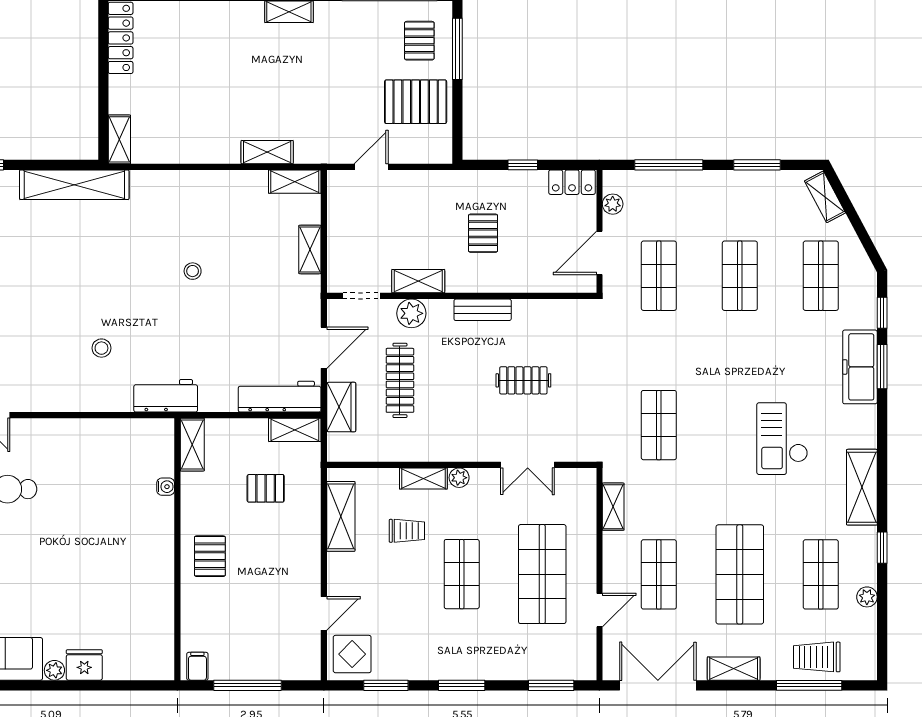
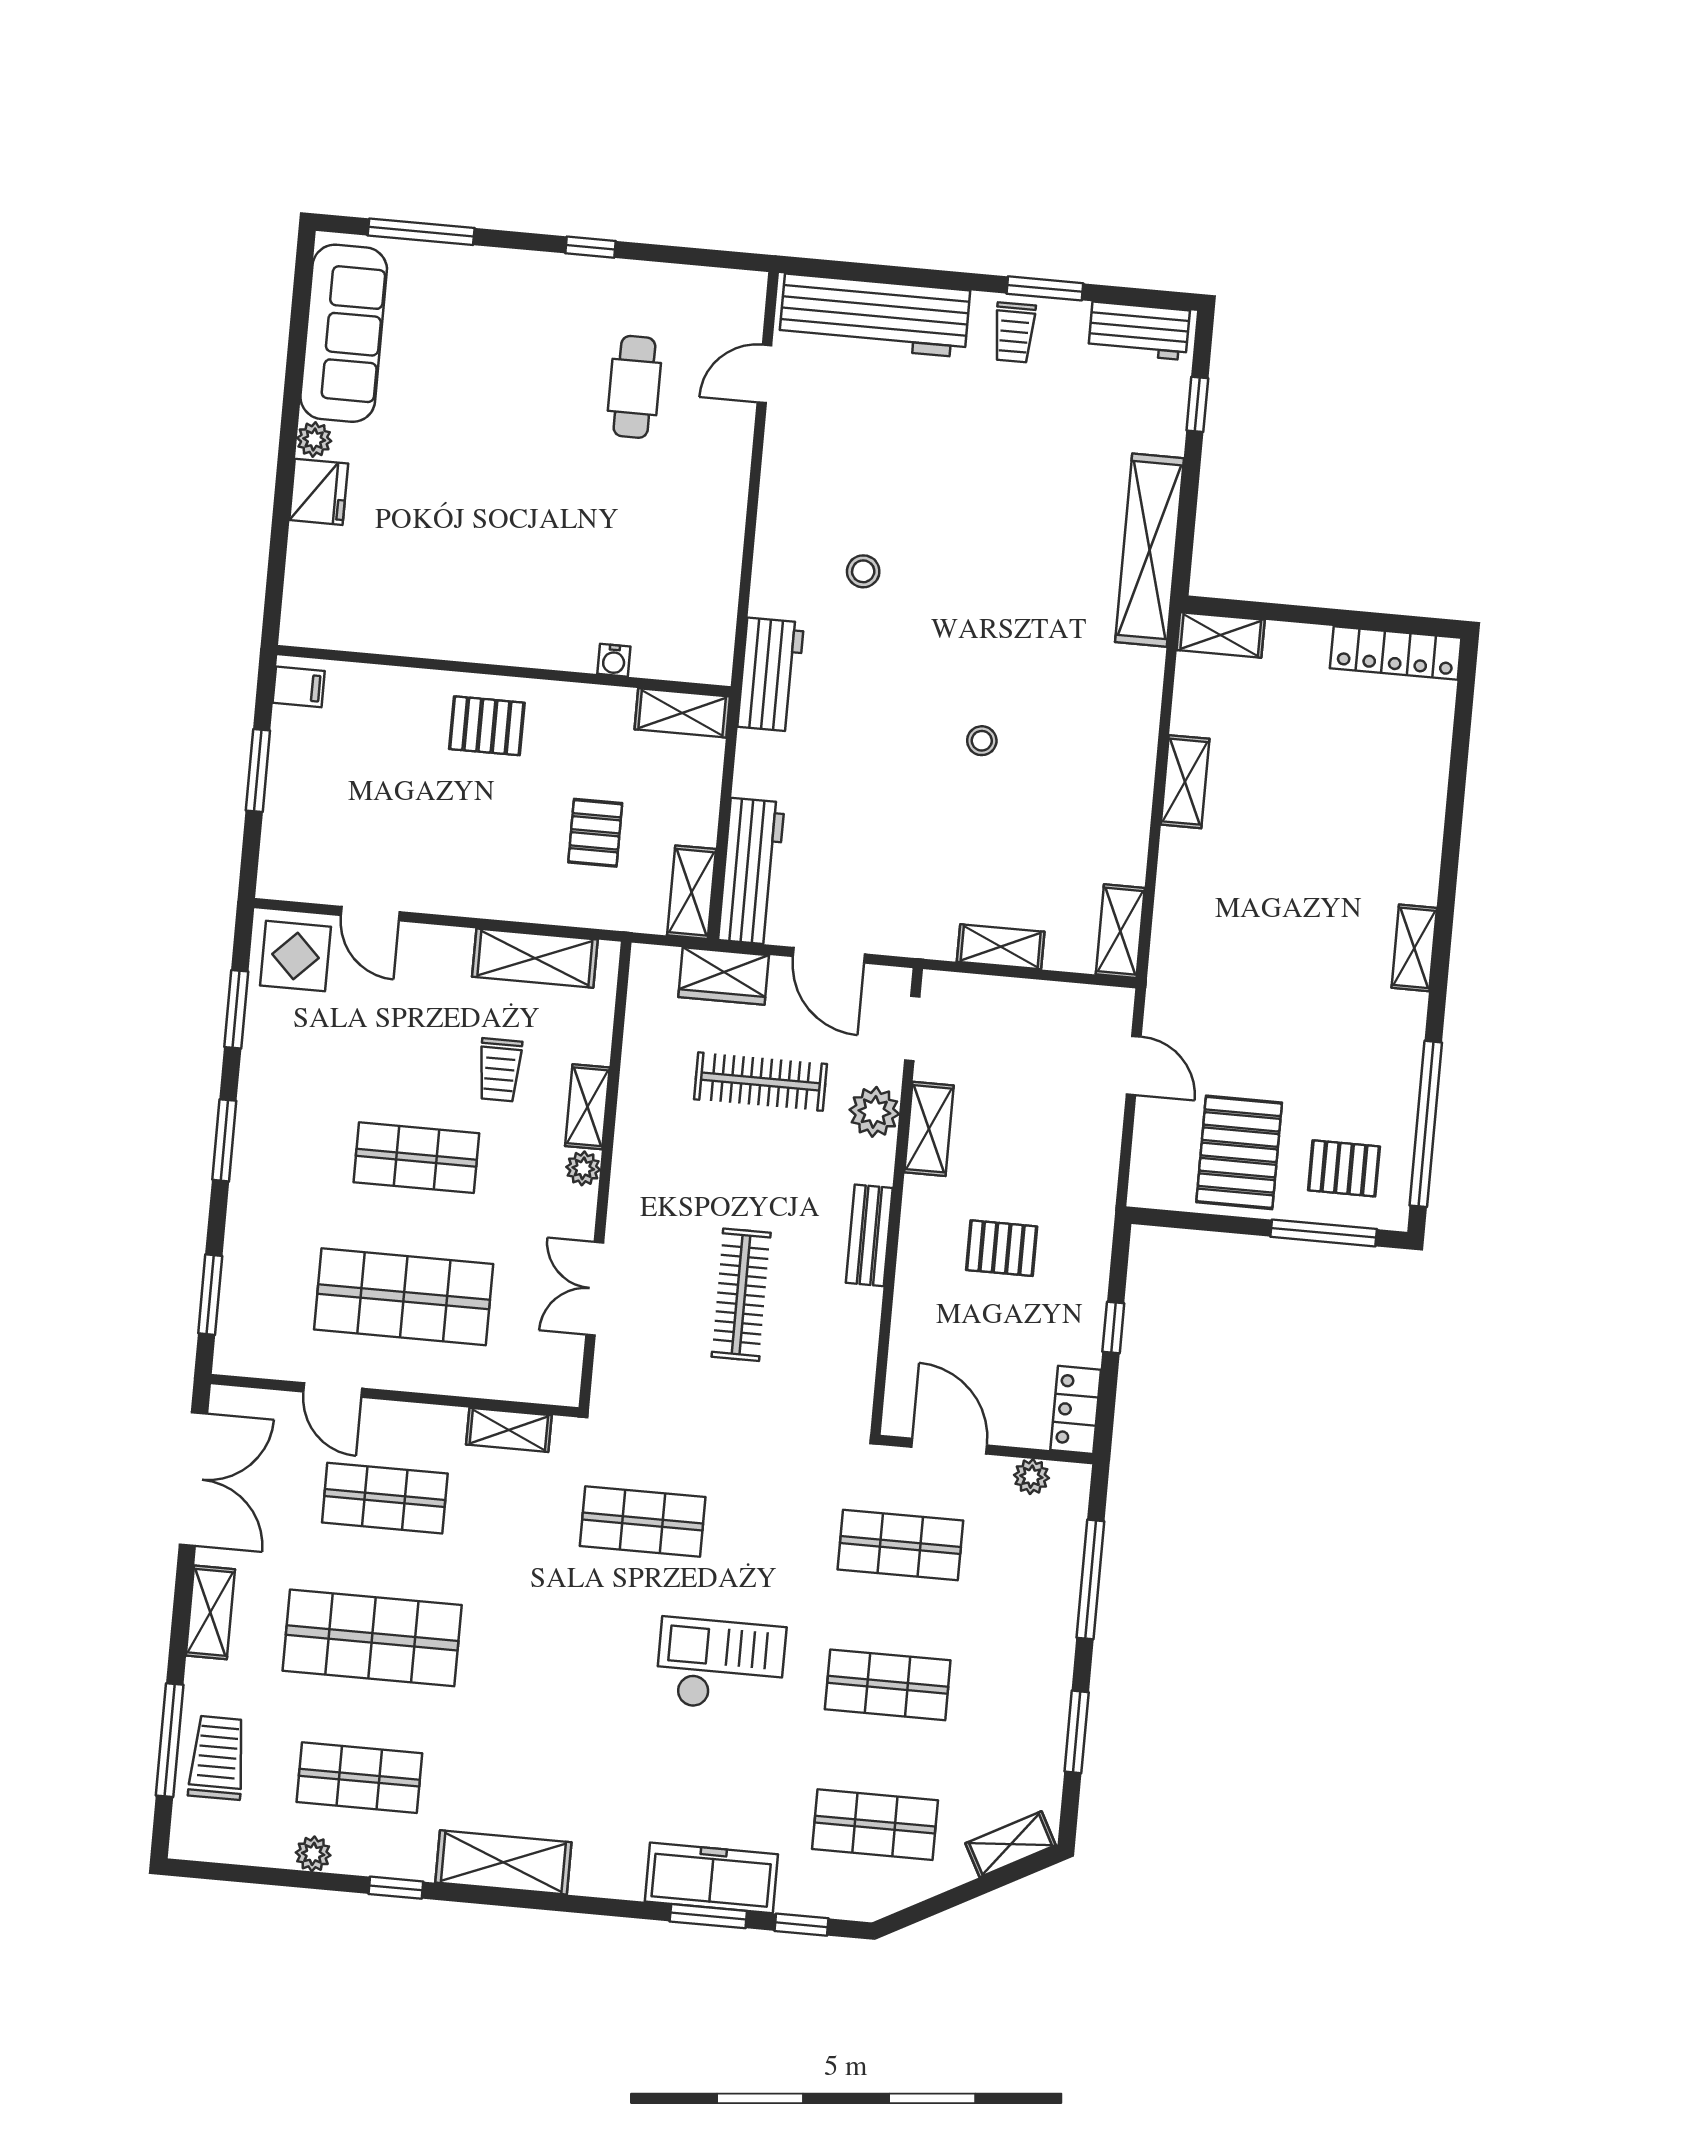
shelving: (267, 152) -> (1185, 782), moved
clothes rail: (523, 380) -> (741, 1295), width x1.36
checkout: (782, 439) -> (720, 1665), moved
window: (248, 685) -> (258, 770), width x0.69

